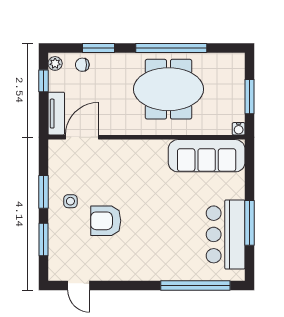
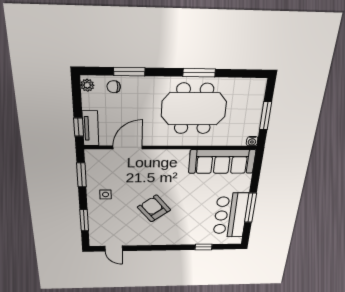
window: (171, 48) -> (199, 73), width x0.47
window: (43, 81) -> (79, 127), moved
door: (82, 137) -> (128, 147), moved
window: (43, 192) -> (81, 175), moved
armchair: (106, 221) -> (154, 208), moved, turned 52
window: (195, 285) -> (204, 247), width x0.32

